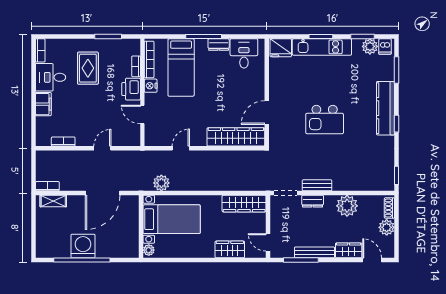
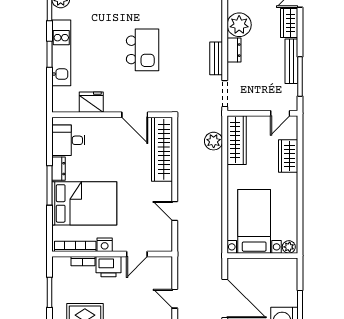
fridge: (281, 48) -> (91, 102), moved, turned -90
bed: (181, 67) -> (84, 203), width x1.50
plant: (161, 183) -> (214, 141), moved
dresser: (313, 201) -> (234, 50), moved

